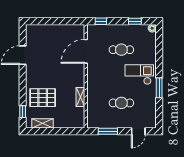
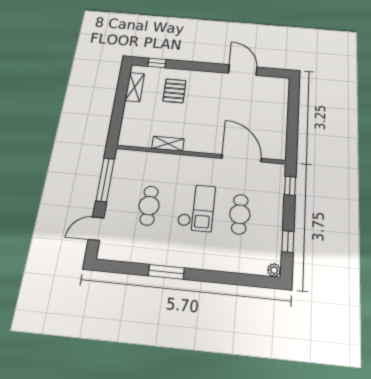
checkout: (139, 75) -> (197, 208), moved
pallet: (43, 98) -> (174, 91), width x0.67, depth x0.71
window: (108, 131) -> (105, 180), width x1.44
door: (138, 131) -> (96, 229), hinge flipped

